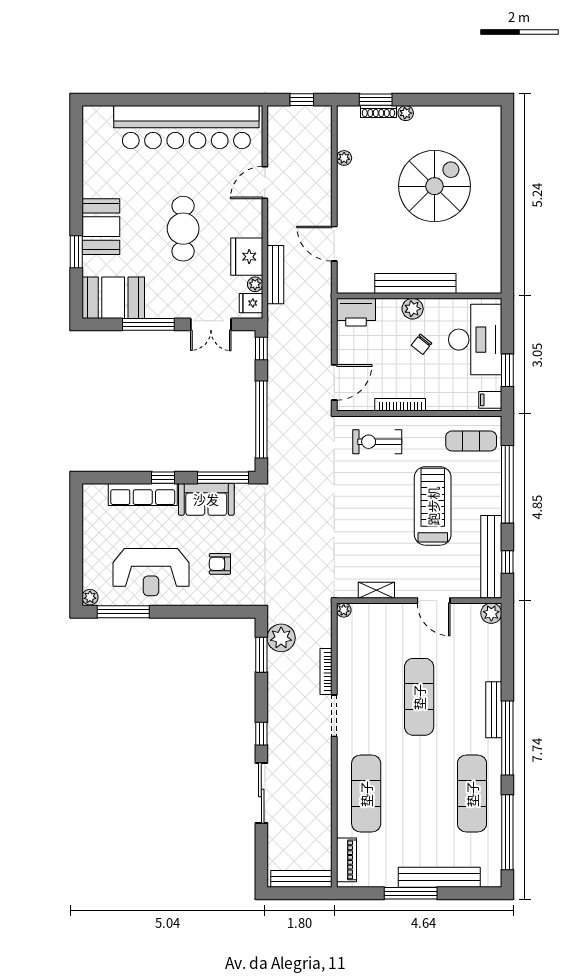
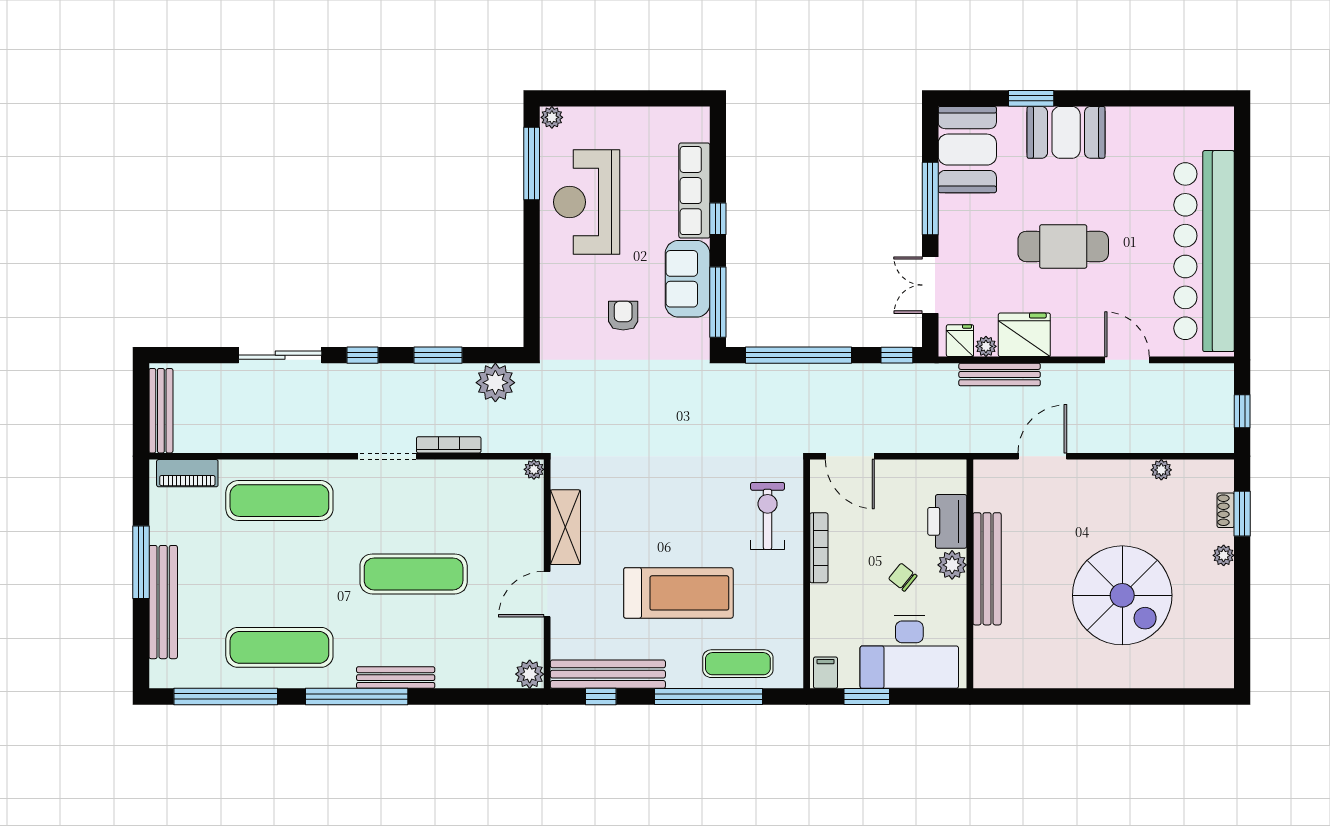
shoe rack: (379, 112) -> (1226, 510), width x0.70
printer: (356, 312) -> (947, 521), moved
exercise mat: (471, 441) -> (738, 664), moved, turned 90
armchair: (220, 564) -> (623, 316), moved
shelving: (376, 590) -> (565, 527), width x1.50, depth x1.33
window: (261, 655) -> (438, 355), moved

